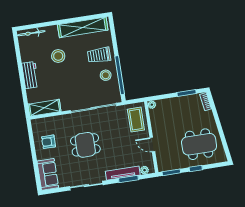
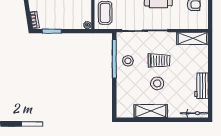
shelving: (83, 27) -> (151, 111), width x0.68
trolley: (99, 55) -> (159, 61), moved
stool: (58, 56) -> (157, 83), moved
workbench: (30, 75) -> (201, 86), moved

